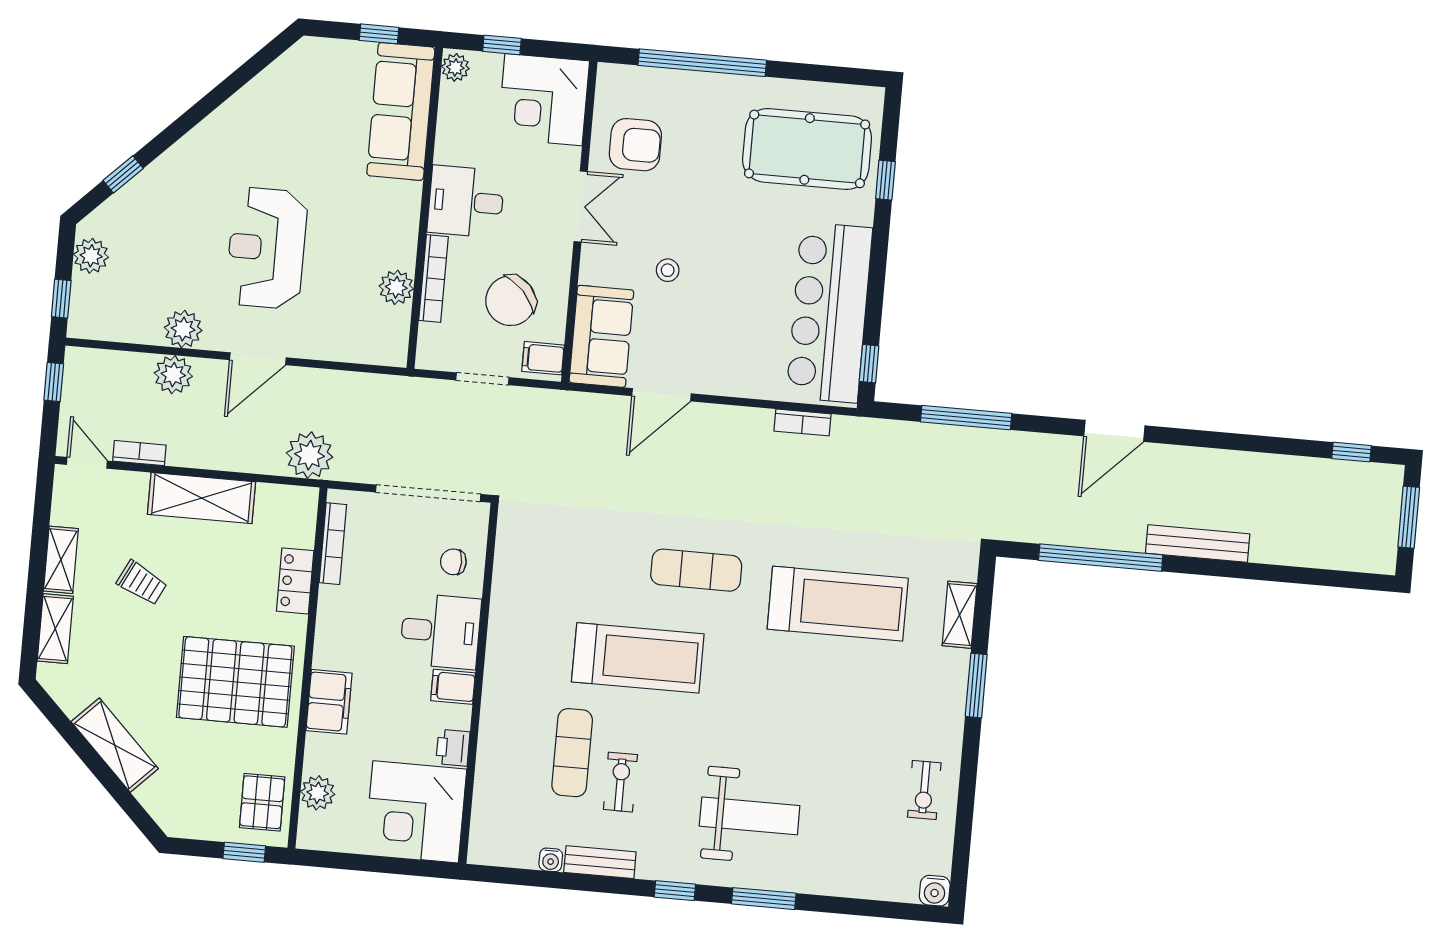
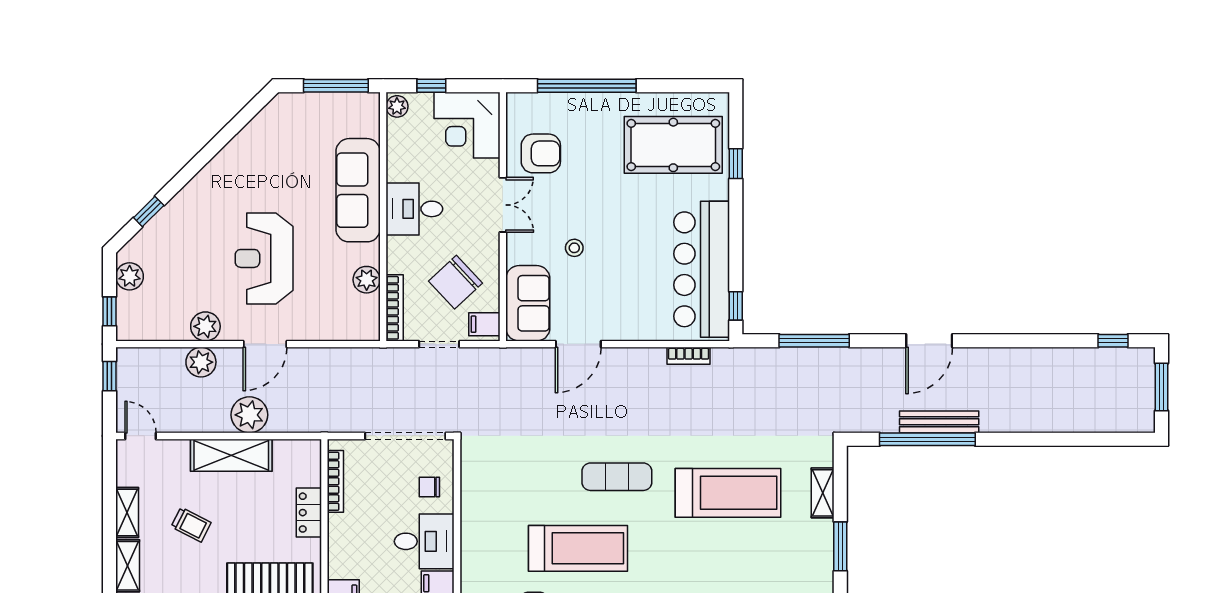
window: (379, 34) -> (336, 86), width x2.17
sofa: (401, 111) -> (358, 190), moved
bookcase: (434, 279) -> (395, 308), moved
bookcase: (139, 453) -> (180, 425), removed
plant: (310, 455) -> (249, 415), moved
bench: (1198, 544) -> (939, 422), moved

